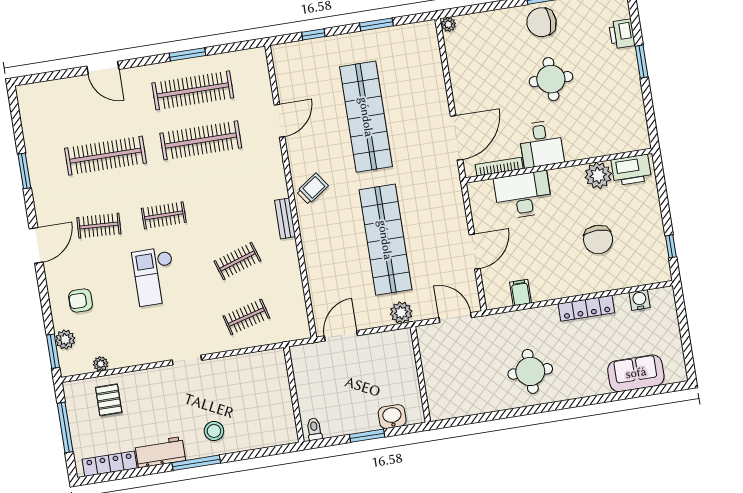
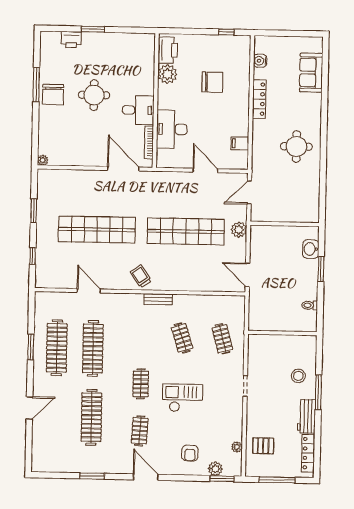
checkout: (155, 277) -> (183, 398), turned 180
wall: (294, 394) -> (282, 333), moved

